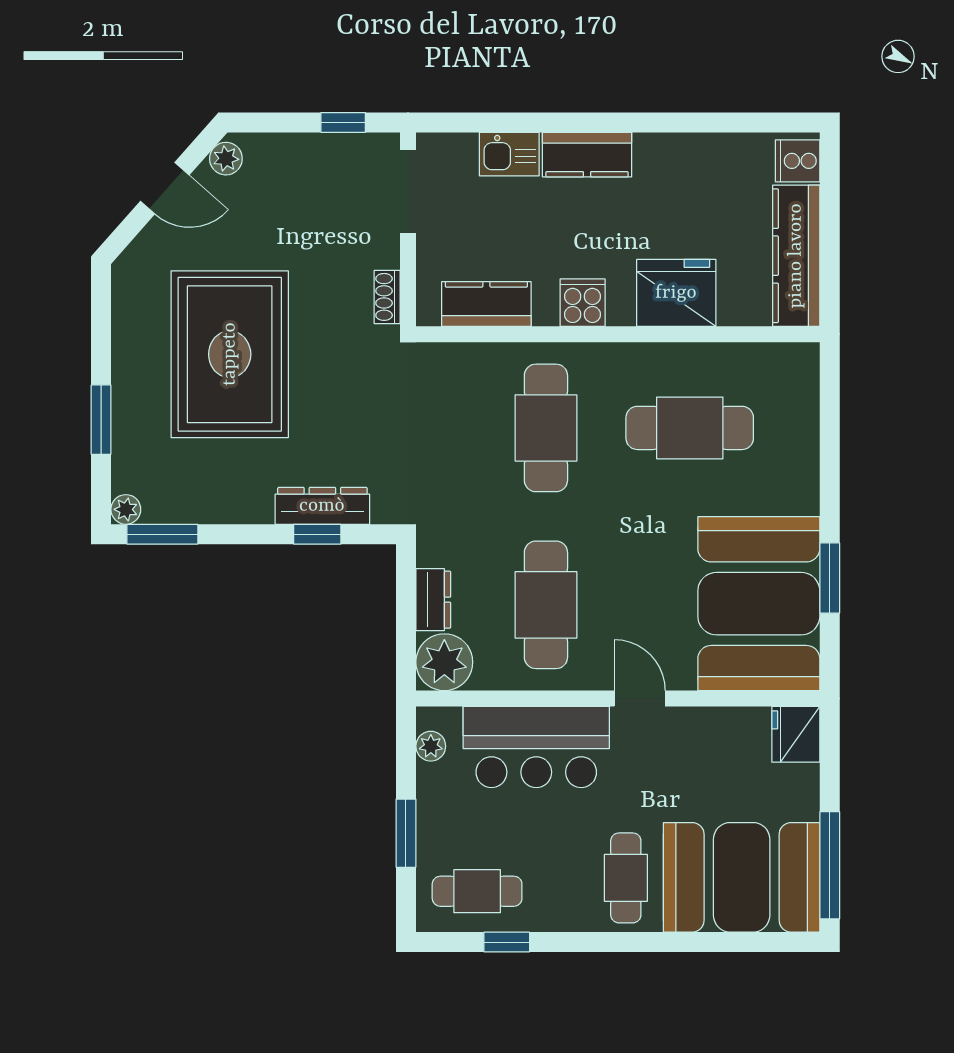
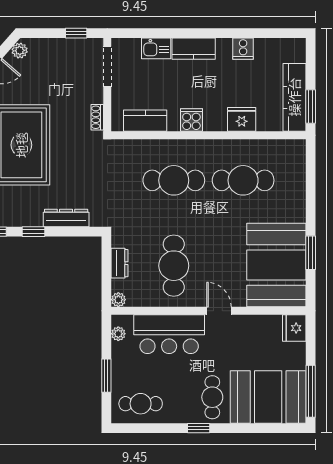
cooker: (798, 161) -> (243, 49), moved, turned -90
window: (830, 275) -> (311, 107), added
fridge: (676, 293) -> (242, 119), width x0.73, depth x0.75
cafe table: (546, 428) -> (174, 180), turned 90
window: (317, 534) -> (33, 232), moved
plant: (444, 662) -> (118, 300), width x0.53, depth x0.53
window: (507, 942) -> (199, 428), moved

